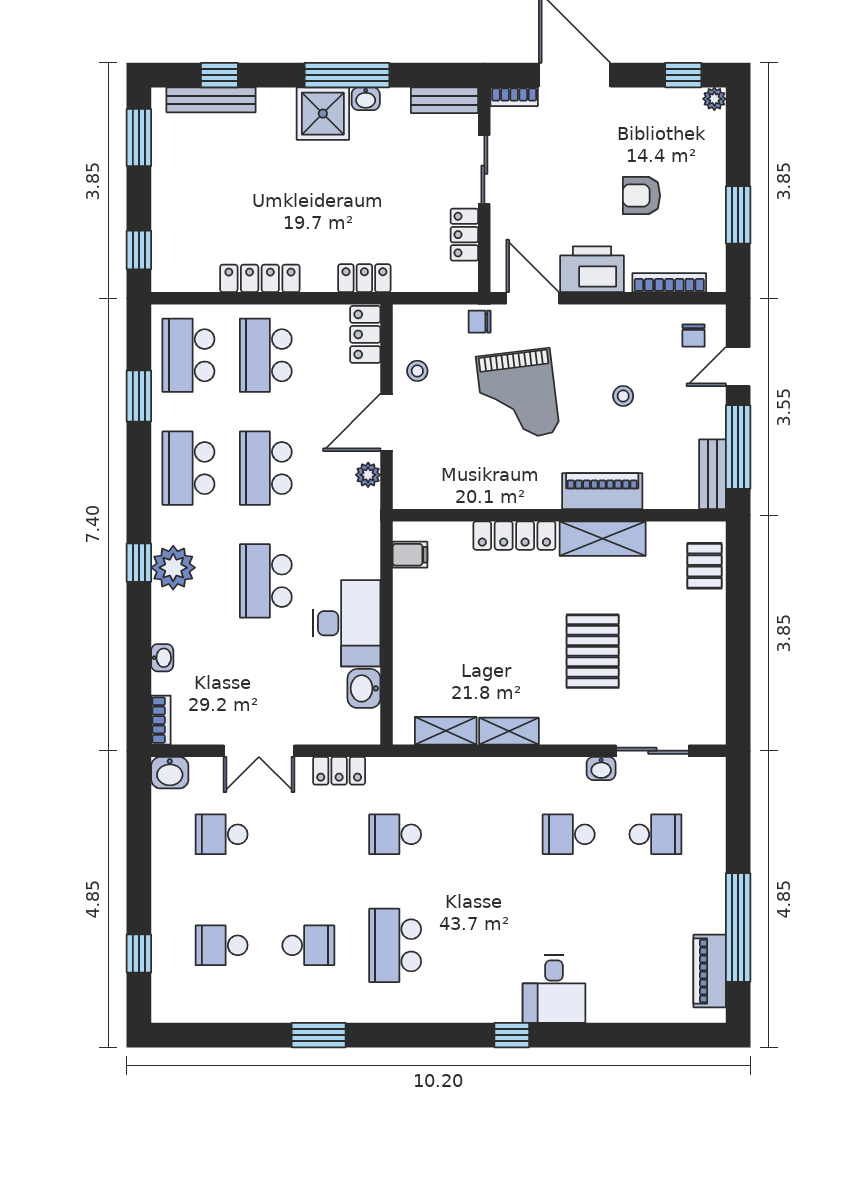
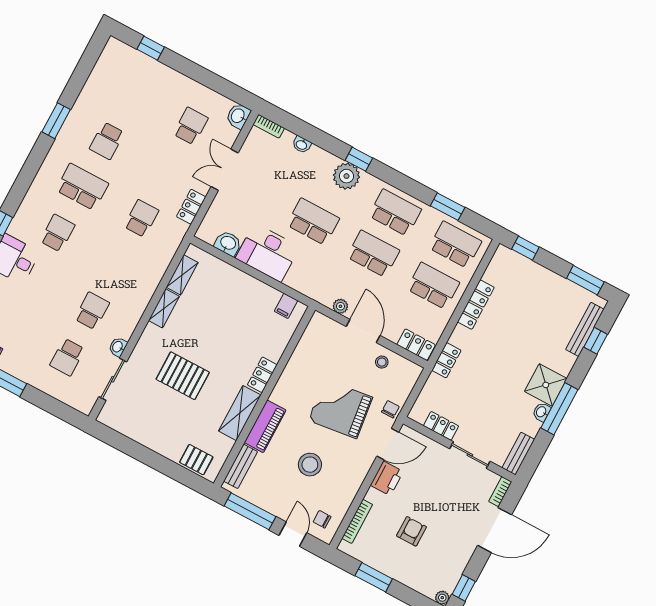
printer: (592, 269) -> (387, 478), width x0.73, depth x0.84
stool: (623, 396) -> (310, 465), width x1.89, depth x1.89
bench: (713, 474) -> (241, 466), moved, turned 90
locker: (514, 536) -> (262, 375), width x0.66
school desk: (222, 945) -> (58, 233), moved

